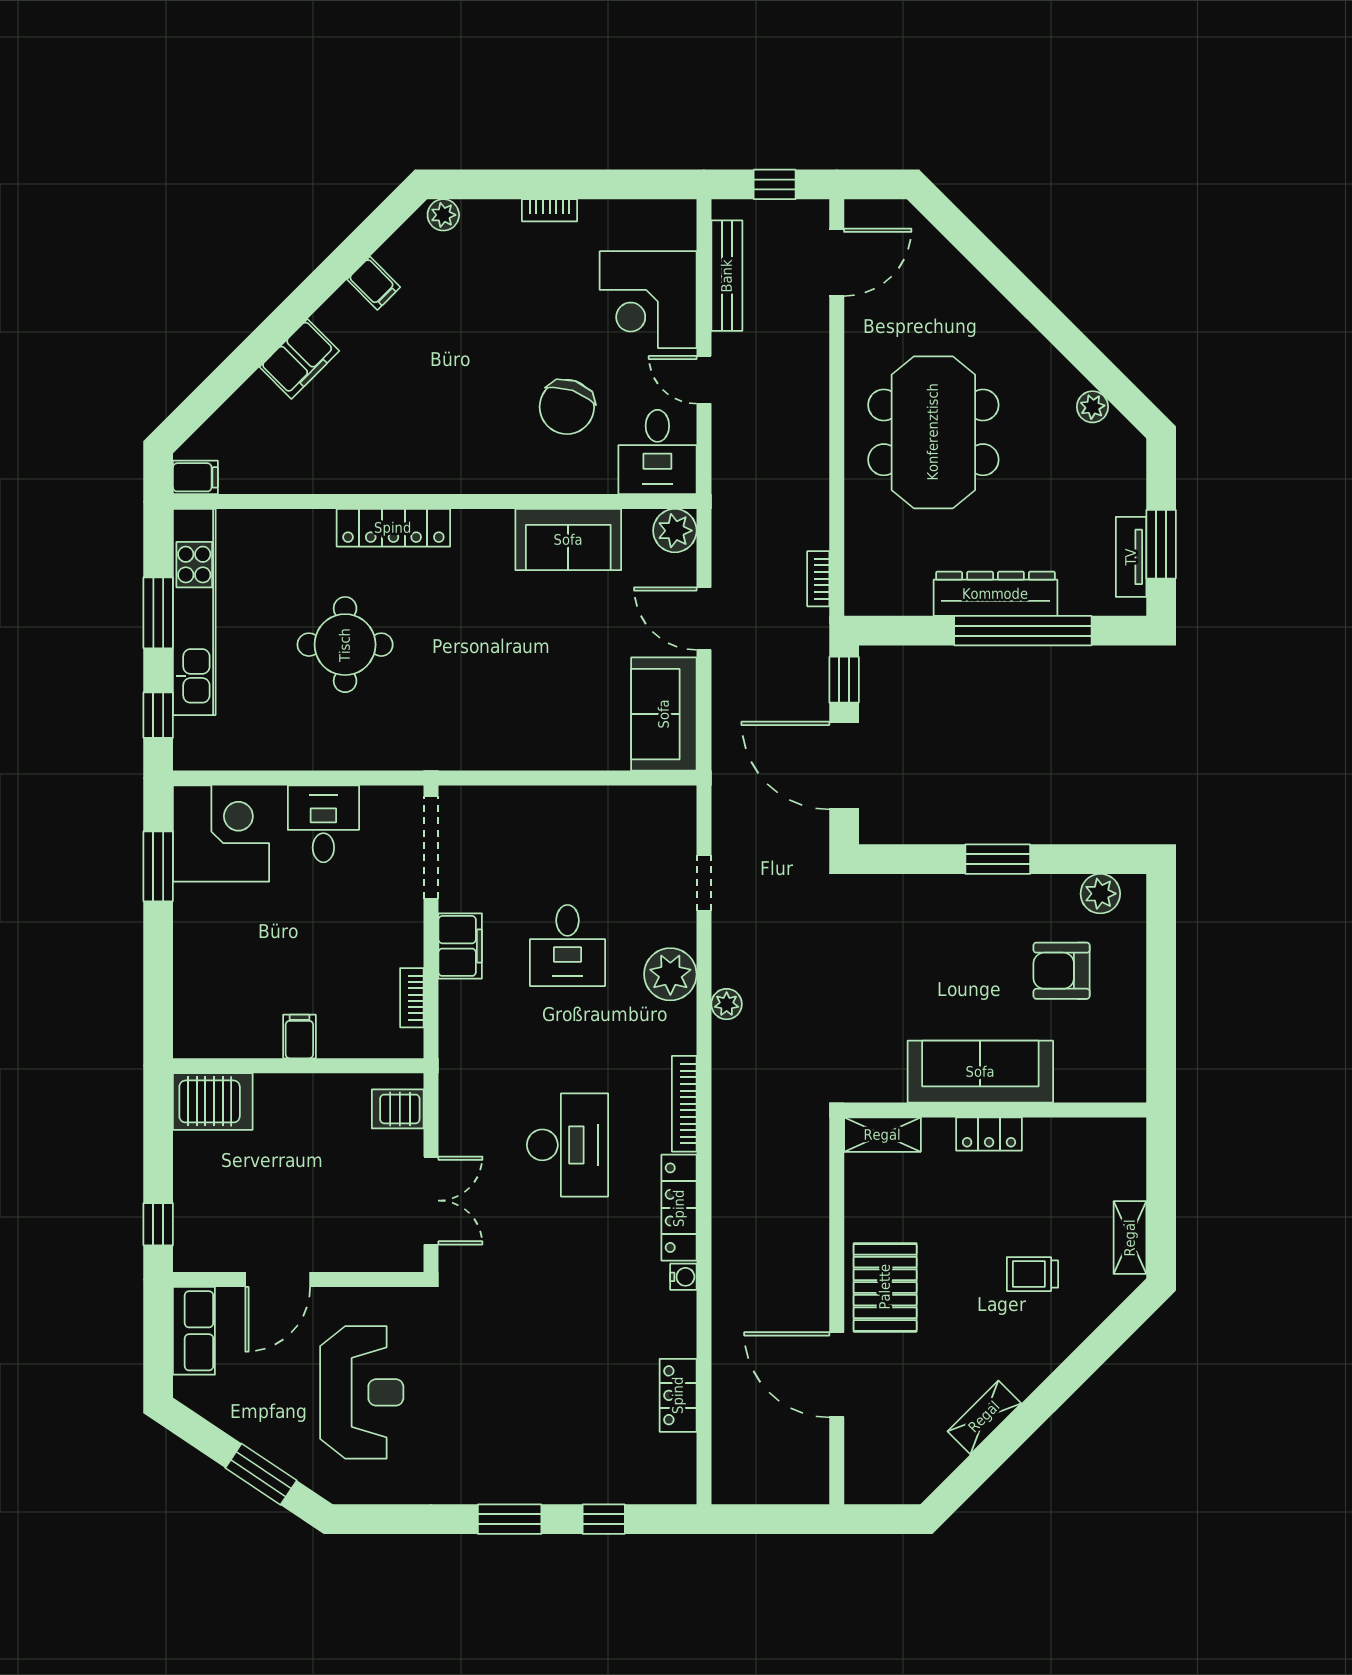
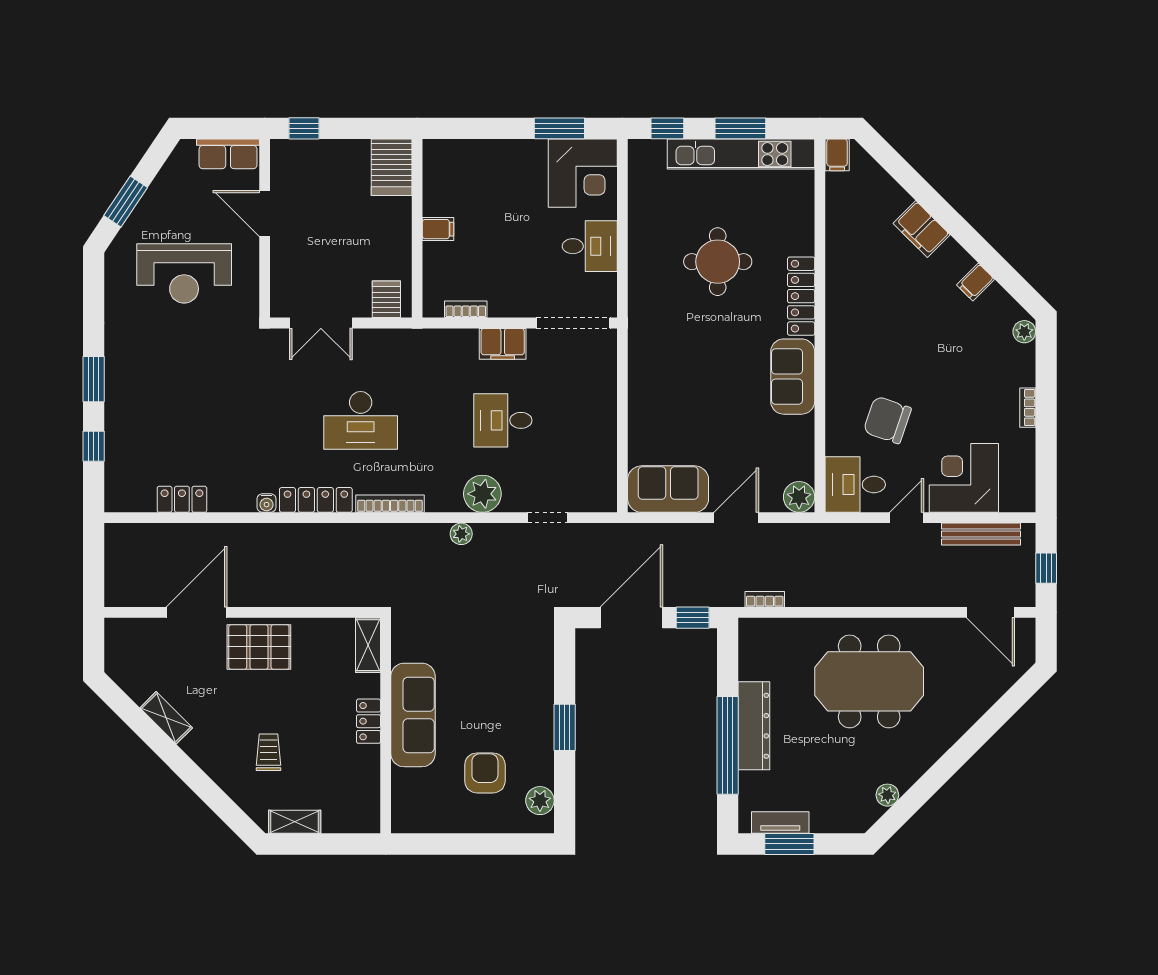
sofa: (568, 540) -> (793, 377), moved

